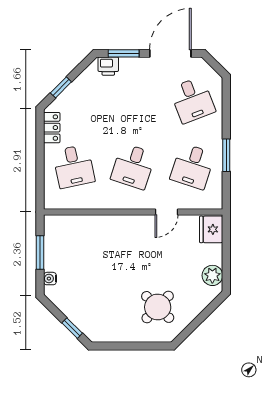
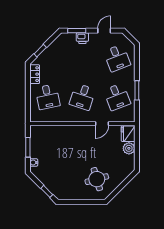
door: (170, 53) -> (104, 31), width x0.53
printer: (108, 66) -> (82, 38), moved
desk: (192, 166) -> (117, 97), turned -39
plant: (212, 275) -> (129, 148), moved
round table: (158, 307) -> (97, 179), turned 30

